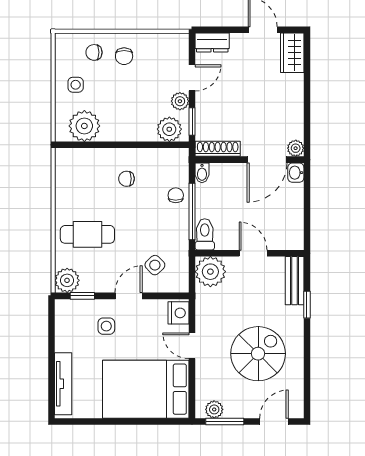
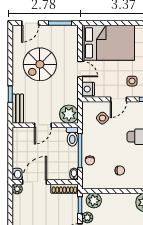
door: (253, 253) -> (43, 125), hinge flipped
plant: (214, 409) -> (67, 30), removed

